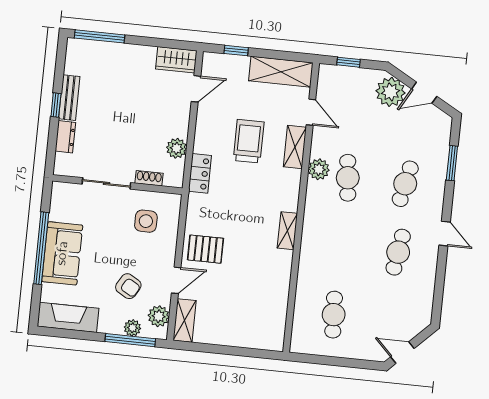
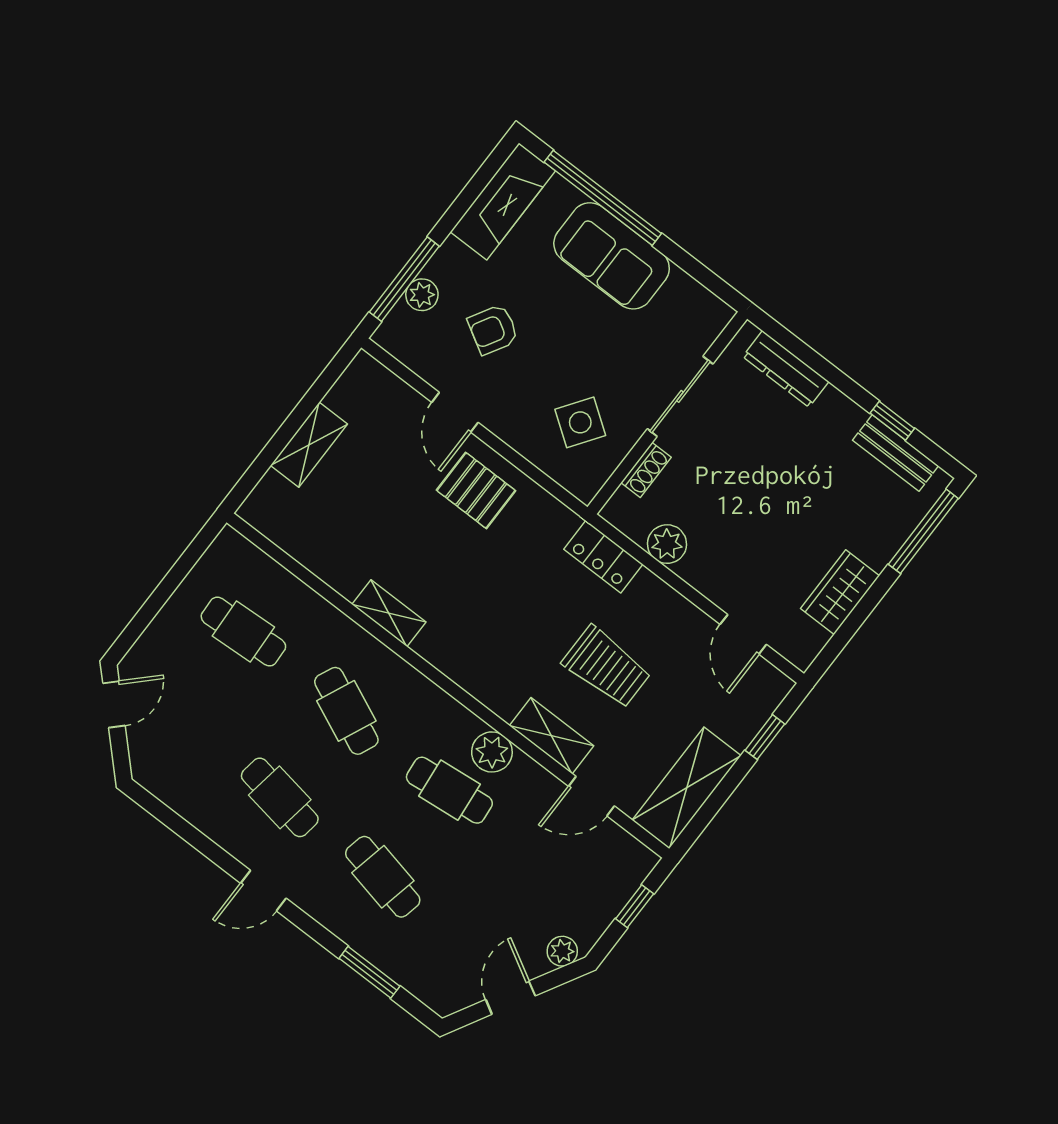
wardrobe: (176, 60) -> (840, 592), moved
plant: (391, 92) -> (562, 951), width x0.53, depth x0.53
bench: (69, 98) -> (896, 453), moved
window: (56, 105) -> (892, 421), moved
dresser: (65, 137) -> (786, 369), width x1.44
side table: (146, 221) -> (580, 422), turned 35
shelving: (287, 231) -> (389, 613), moved
cafe table: (341, 246) -> (346, 711), added
window: (41, 248) -> (603, 198), moved
pallet: (205, 249) -> (476, 490), turned 90
plant: (159, 316) -> (415, 348), removed
shelving: (185, 321) -> (309, 445), moved, turned 90

